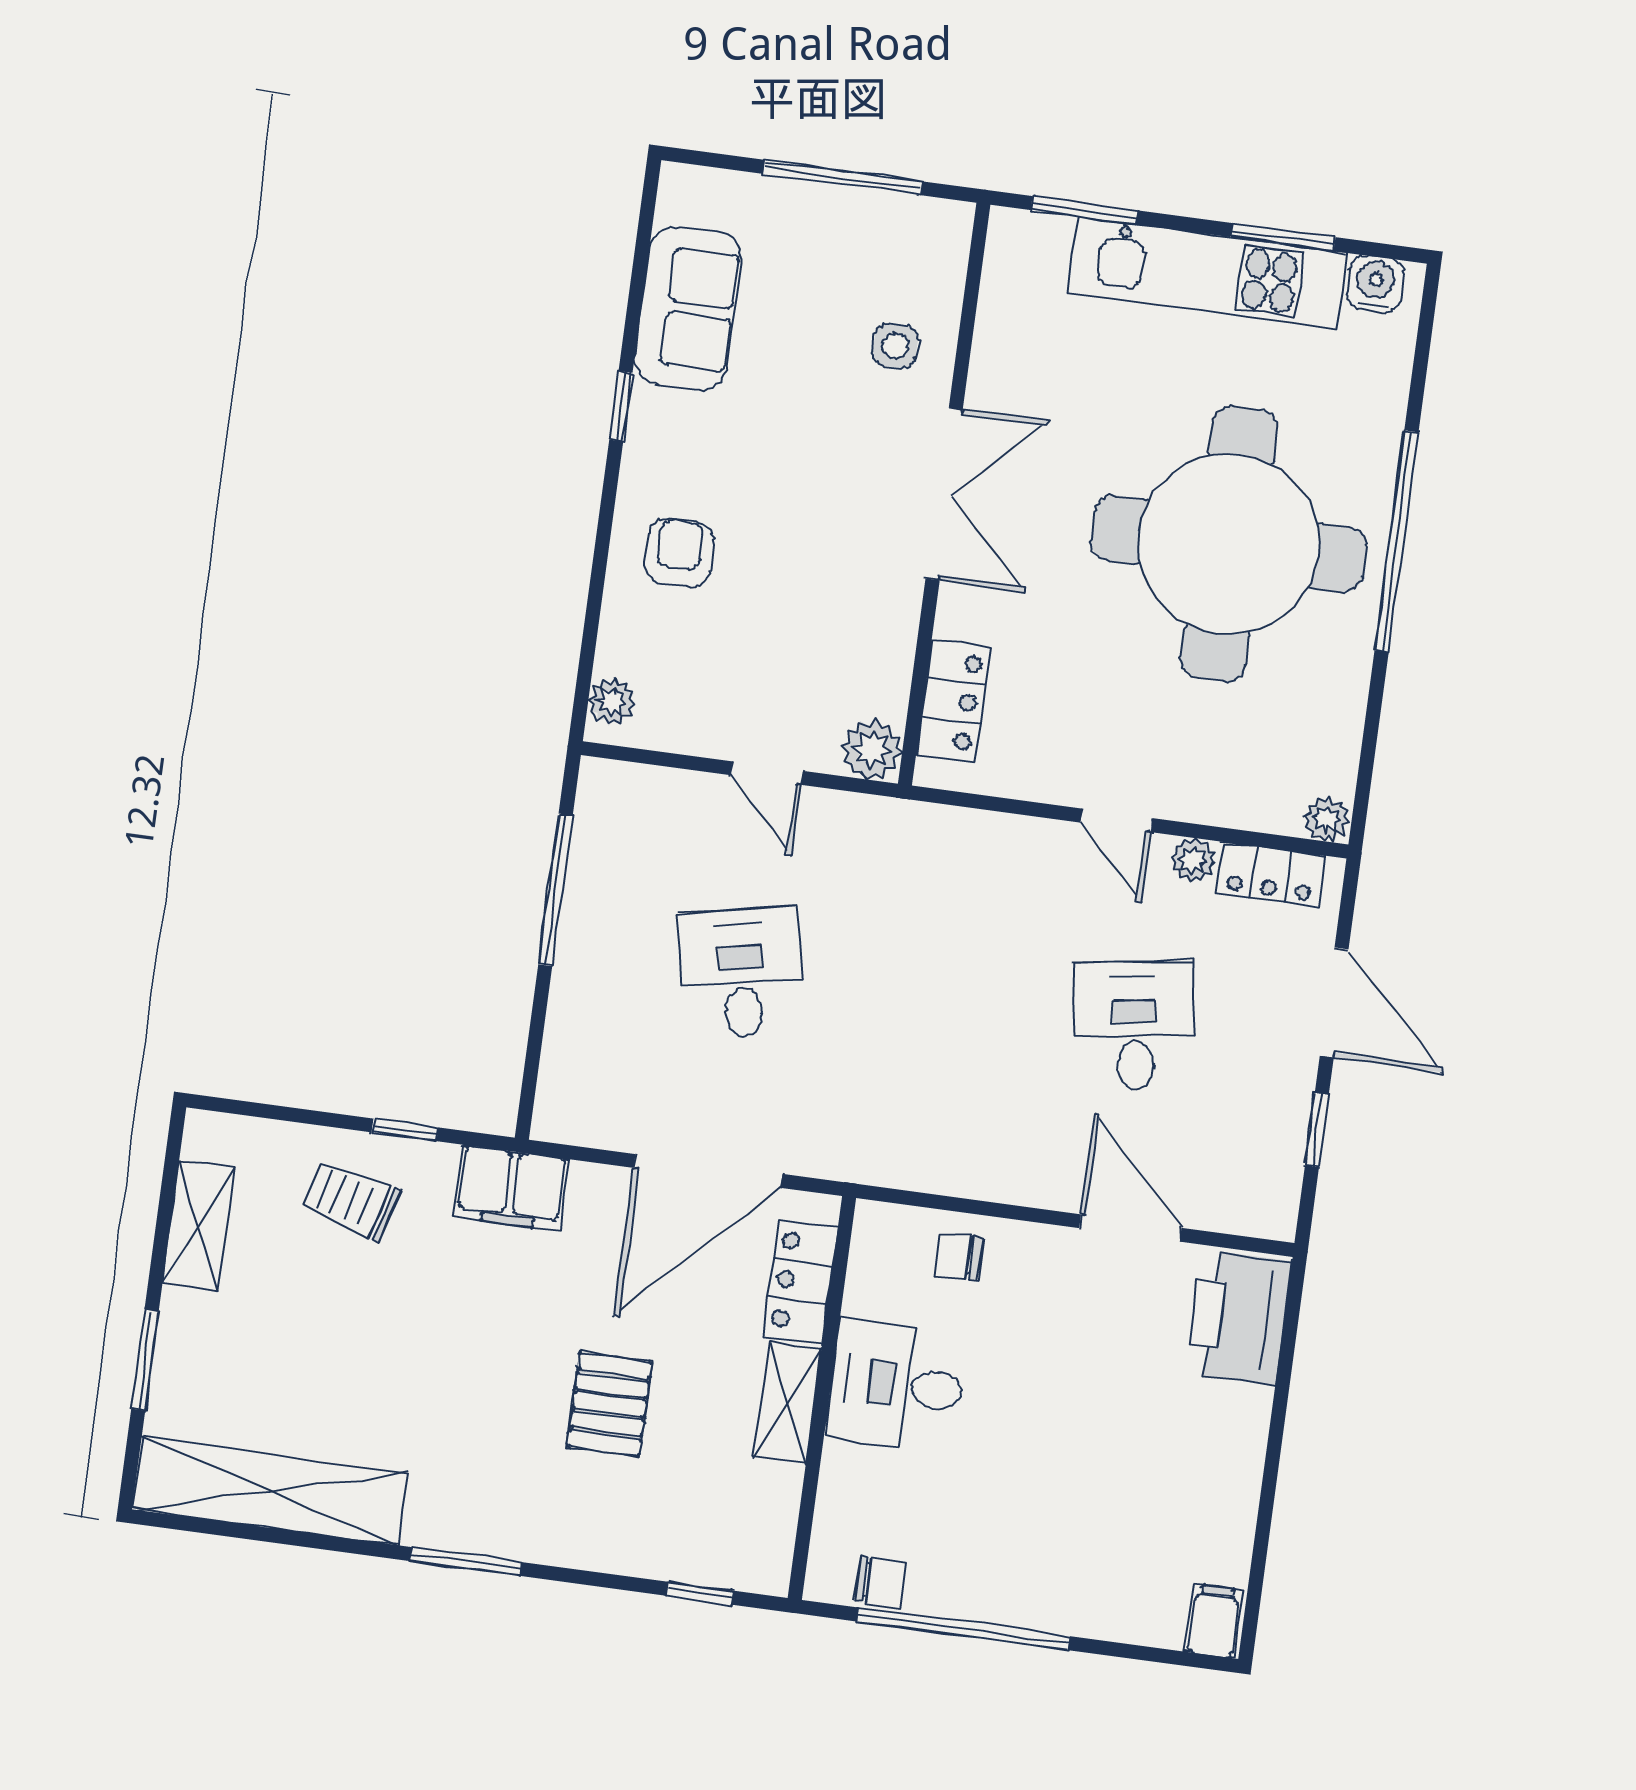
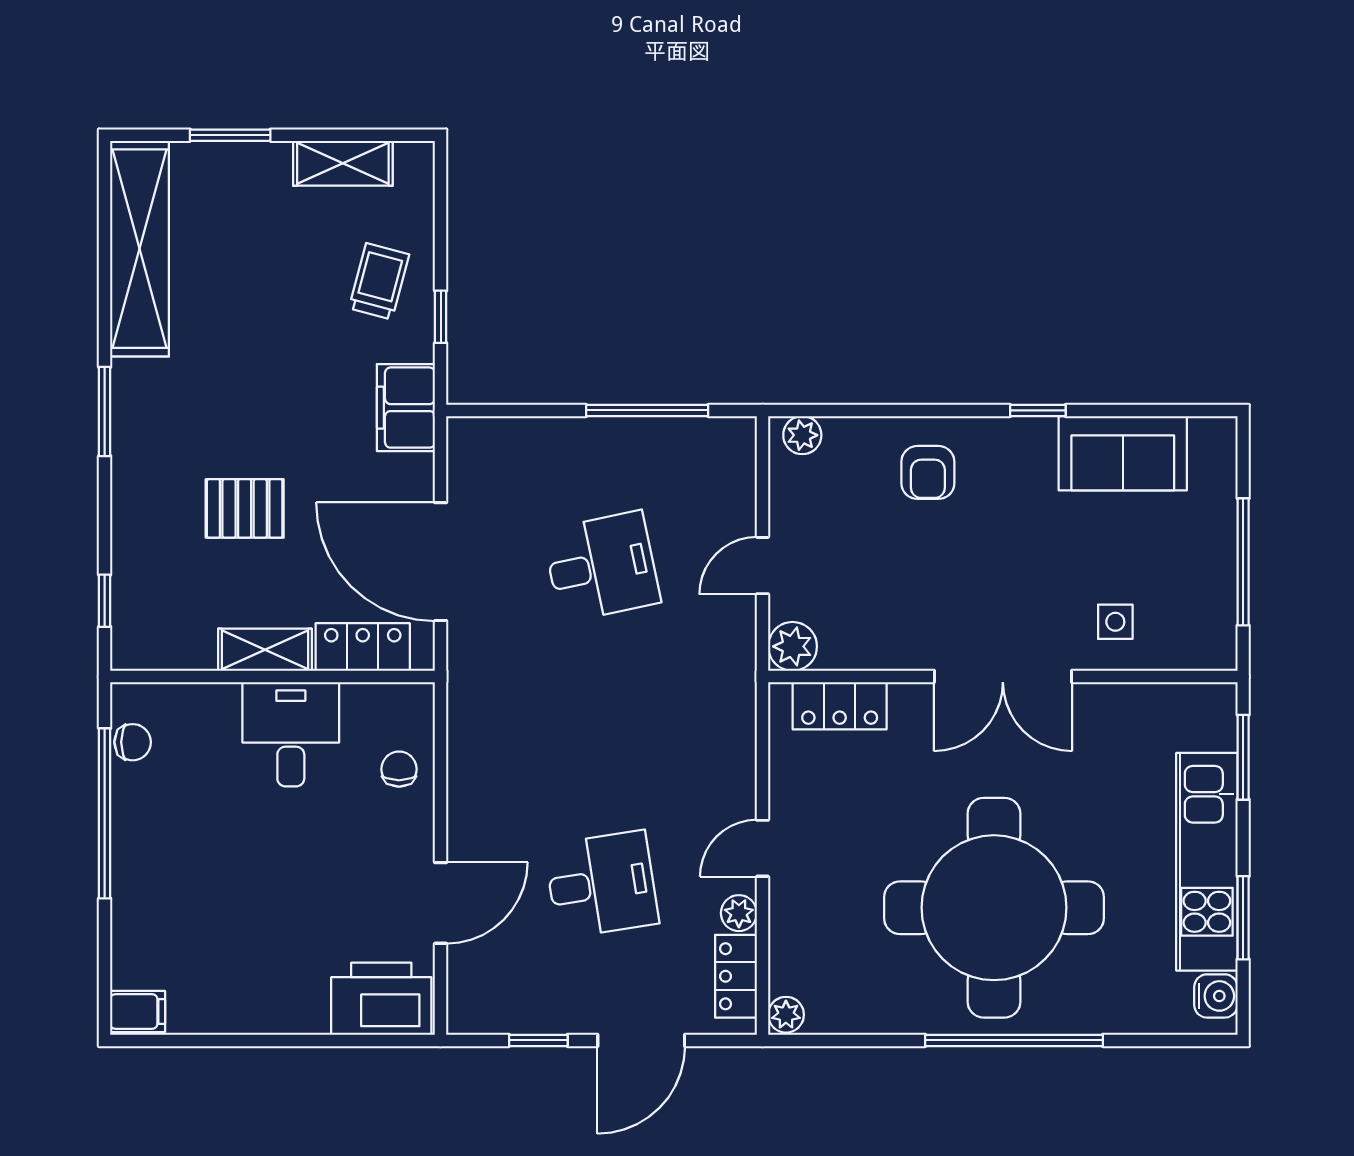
armchair: (679, 553) -> (928, 472), turned 90
chair: (880, 1582) -> (133, 742), turned -90

